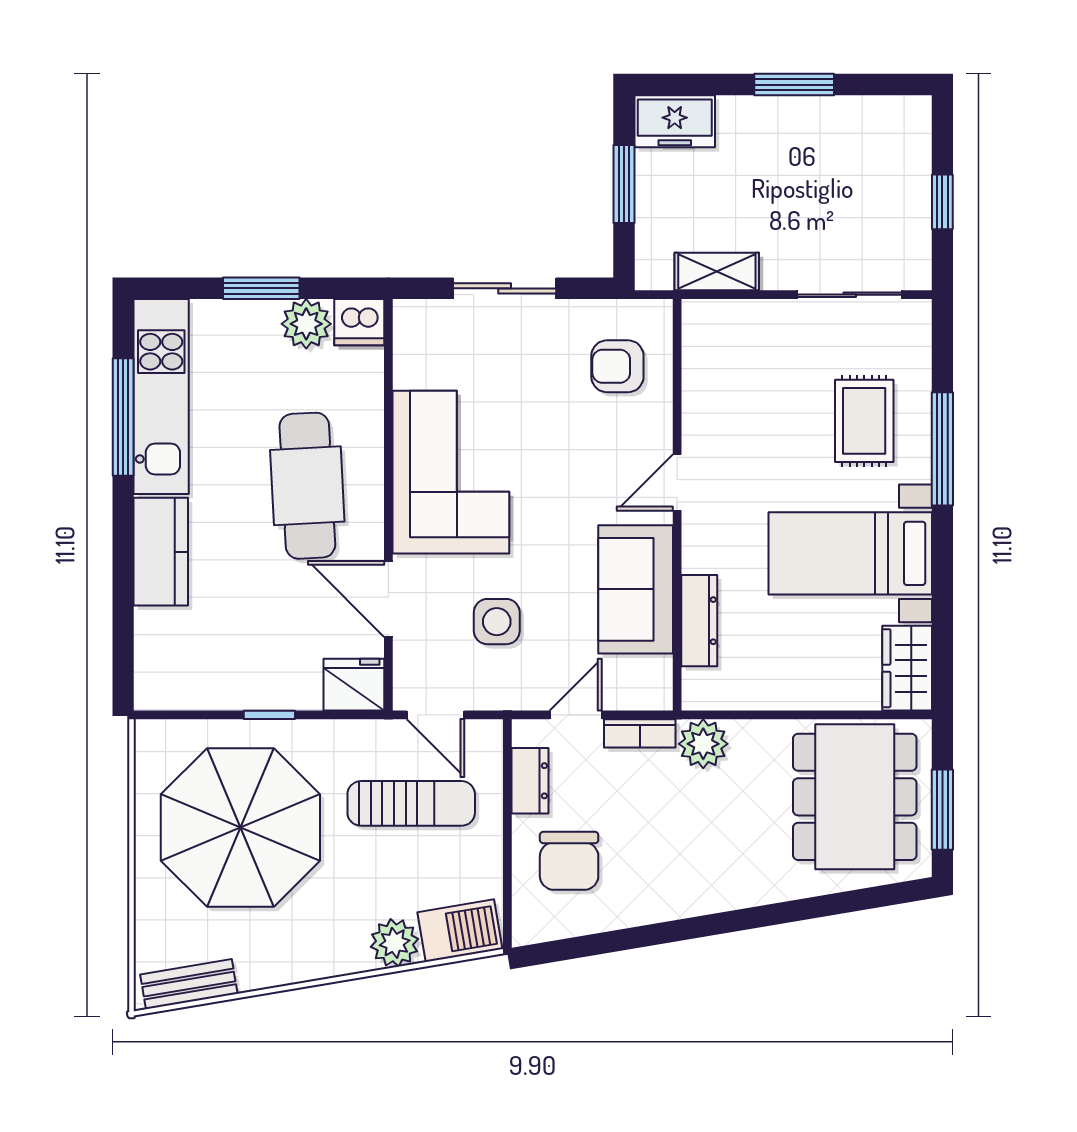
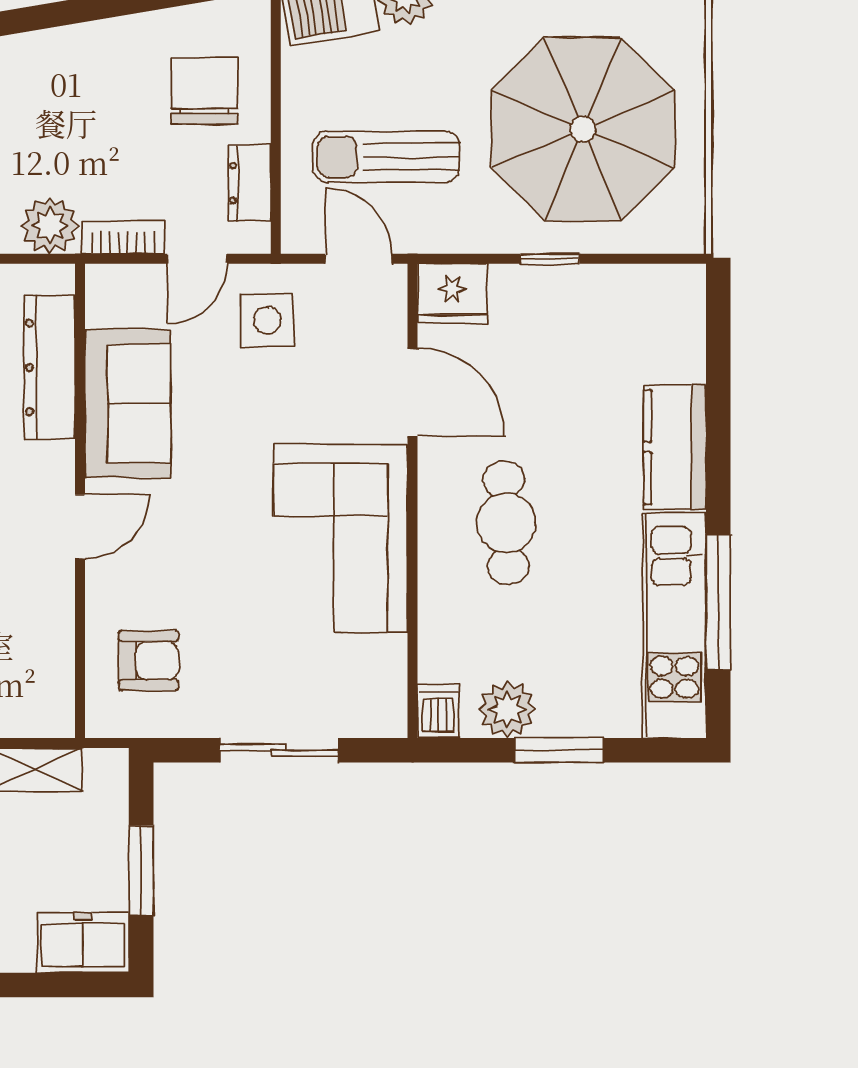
dishwasher: (359, 322) -> (438, 711), width x0.73
cafe table: (307, 486) -> (506, 523), width x0.73, depth x0.74
dresser: (699, 621) -> (49, 367), width x1.37, depth x1.24
side table: (497, 622) -> (267, 320), moved

